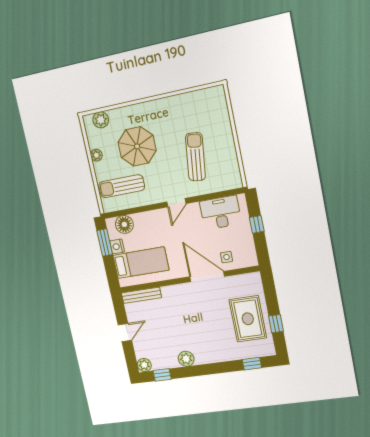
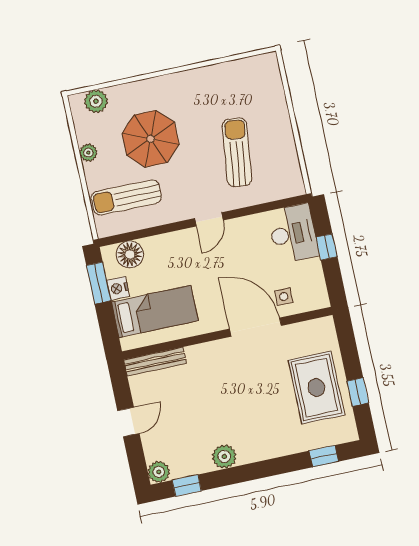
desk: (221, 213) -> (293, 234), moved, turned 90

